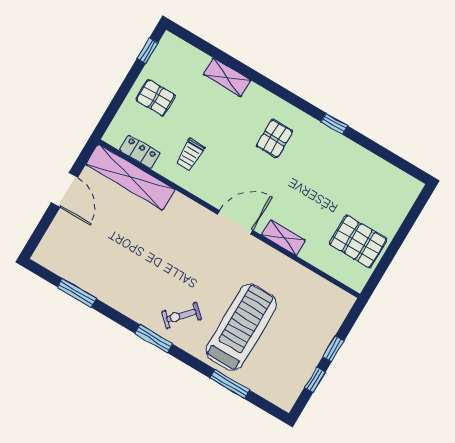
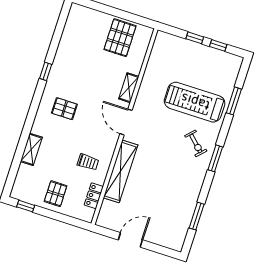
shelving: (130, 177) -> (121, 171), moved

